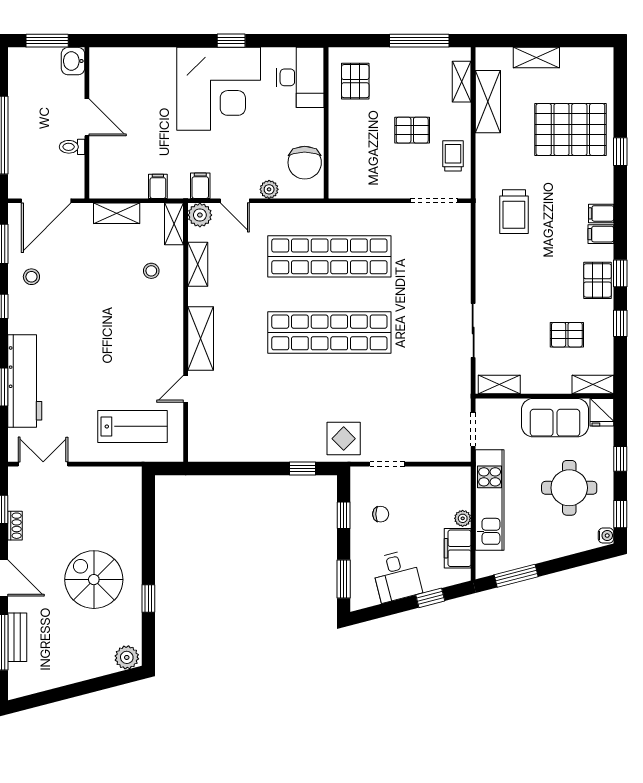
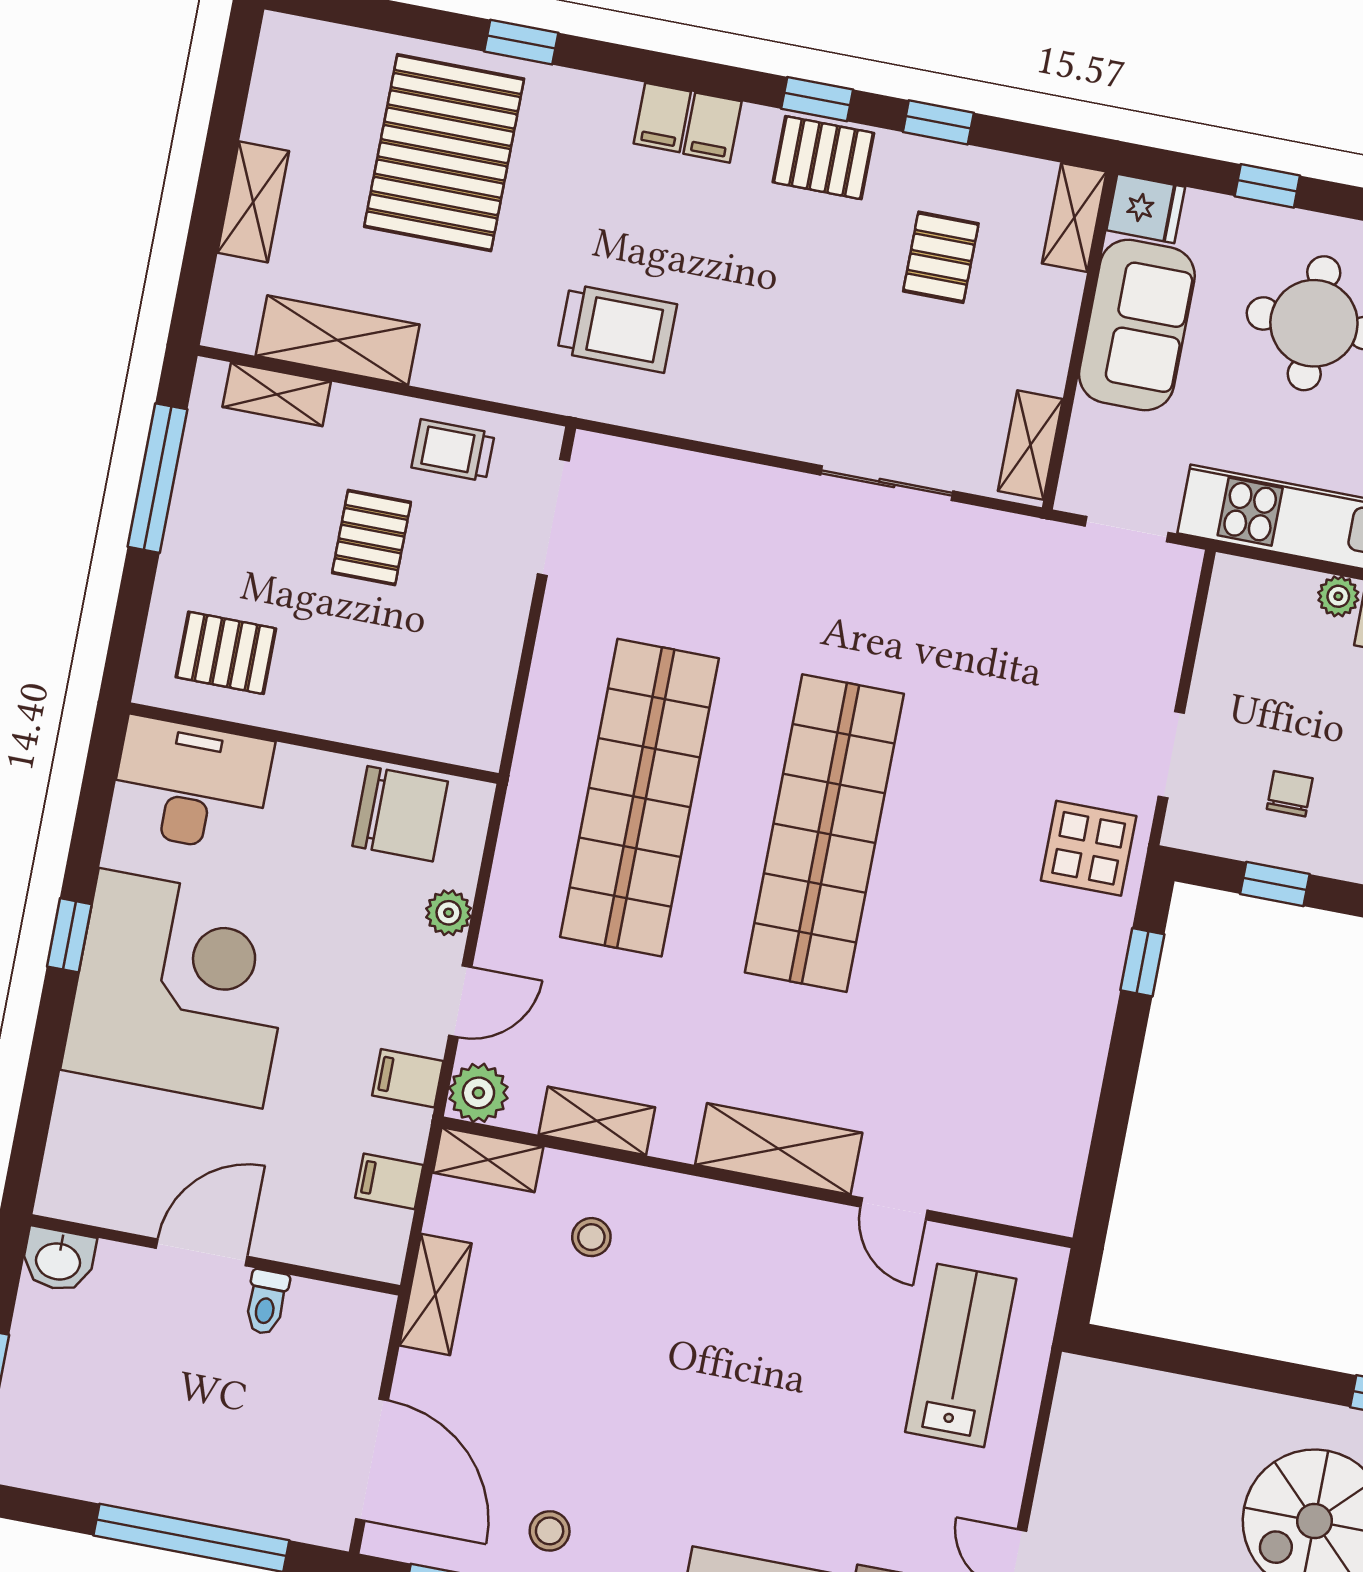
washbasin: (73, 61) -> (58, 1260), moved
door: (87, 117) -> (202, 1252), moved
wall: (87, 123) -> (215, 1255), moved
toilet: (72, 147) -> (266, 1302), moved

